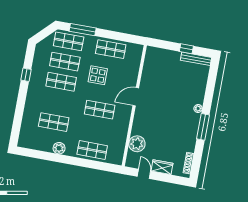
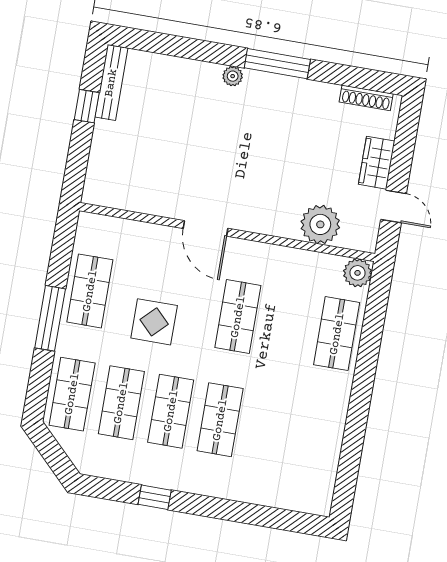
window: (83, 30) -> (50, 318), moved
shop shelf: (54, 122) -> (220, 420), moved
plant: (59, 148) -> (358, 273), moved
door: (144, 174) -> (394, 206), swing flipped

